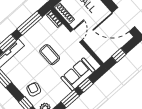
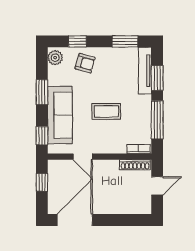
door: (76, 36) -> (83, 157), moved
sofa: (78, 74) -> (60, 115), width x1.36
window: (86, 85) -> (42, 136), moved

